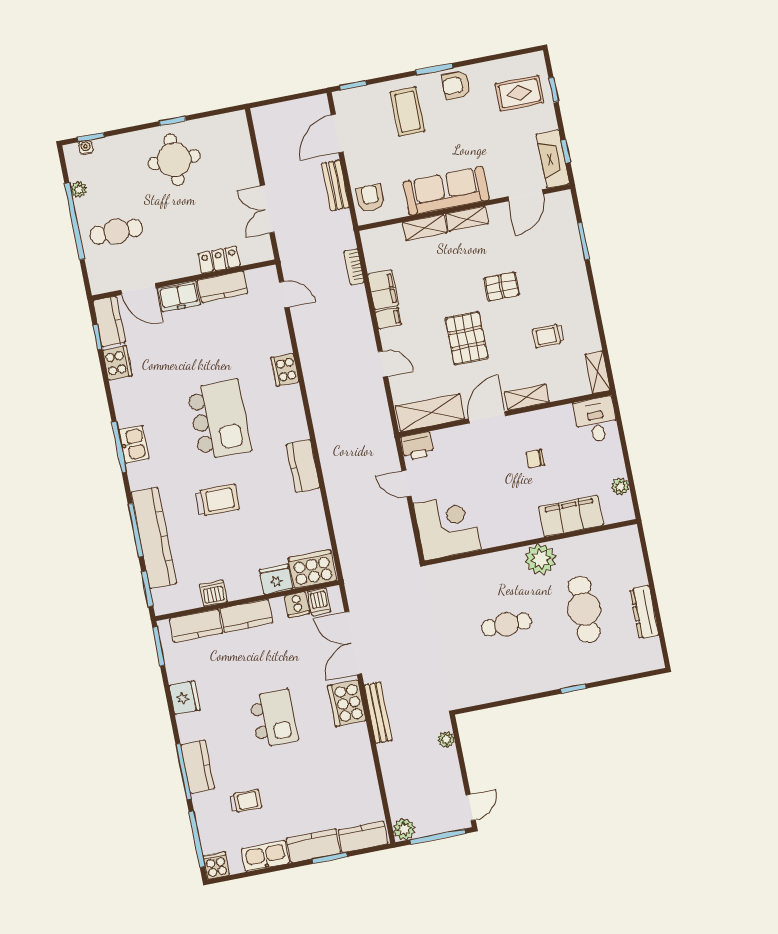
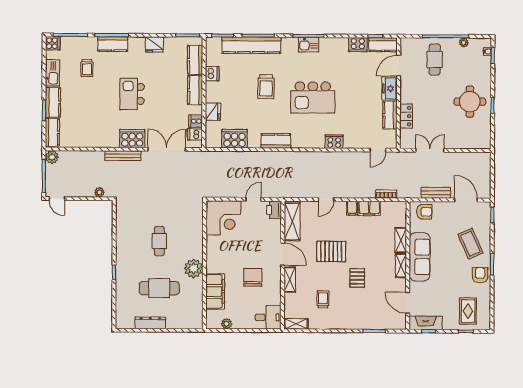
coffee table: (408, 112) -> (470, 244), turned 66
chair: (535, 459) -> (253, 277), width x1.87, depth x1.87
cooker: (312, 569) -> (235, 139), moved, turned -90
kitchen island: (274, 718) -> (132, 94), turned 90

